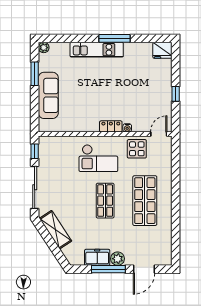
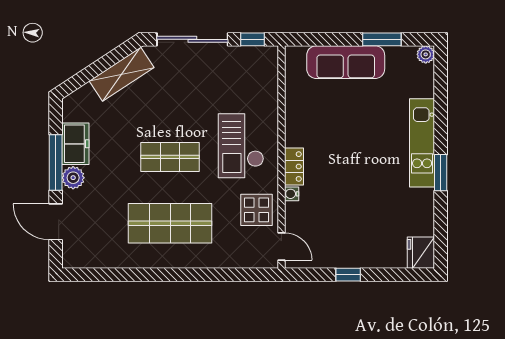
window: (115, 38) -> (441, 173), width x0.69

